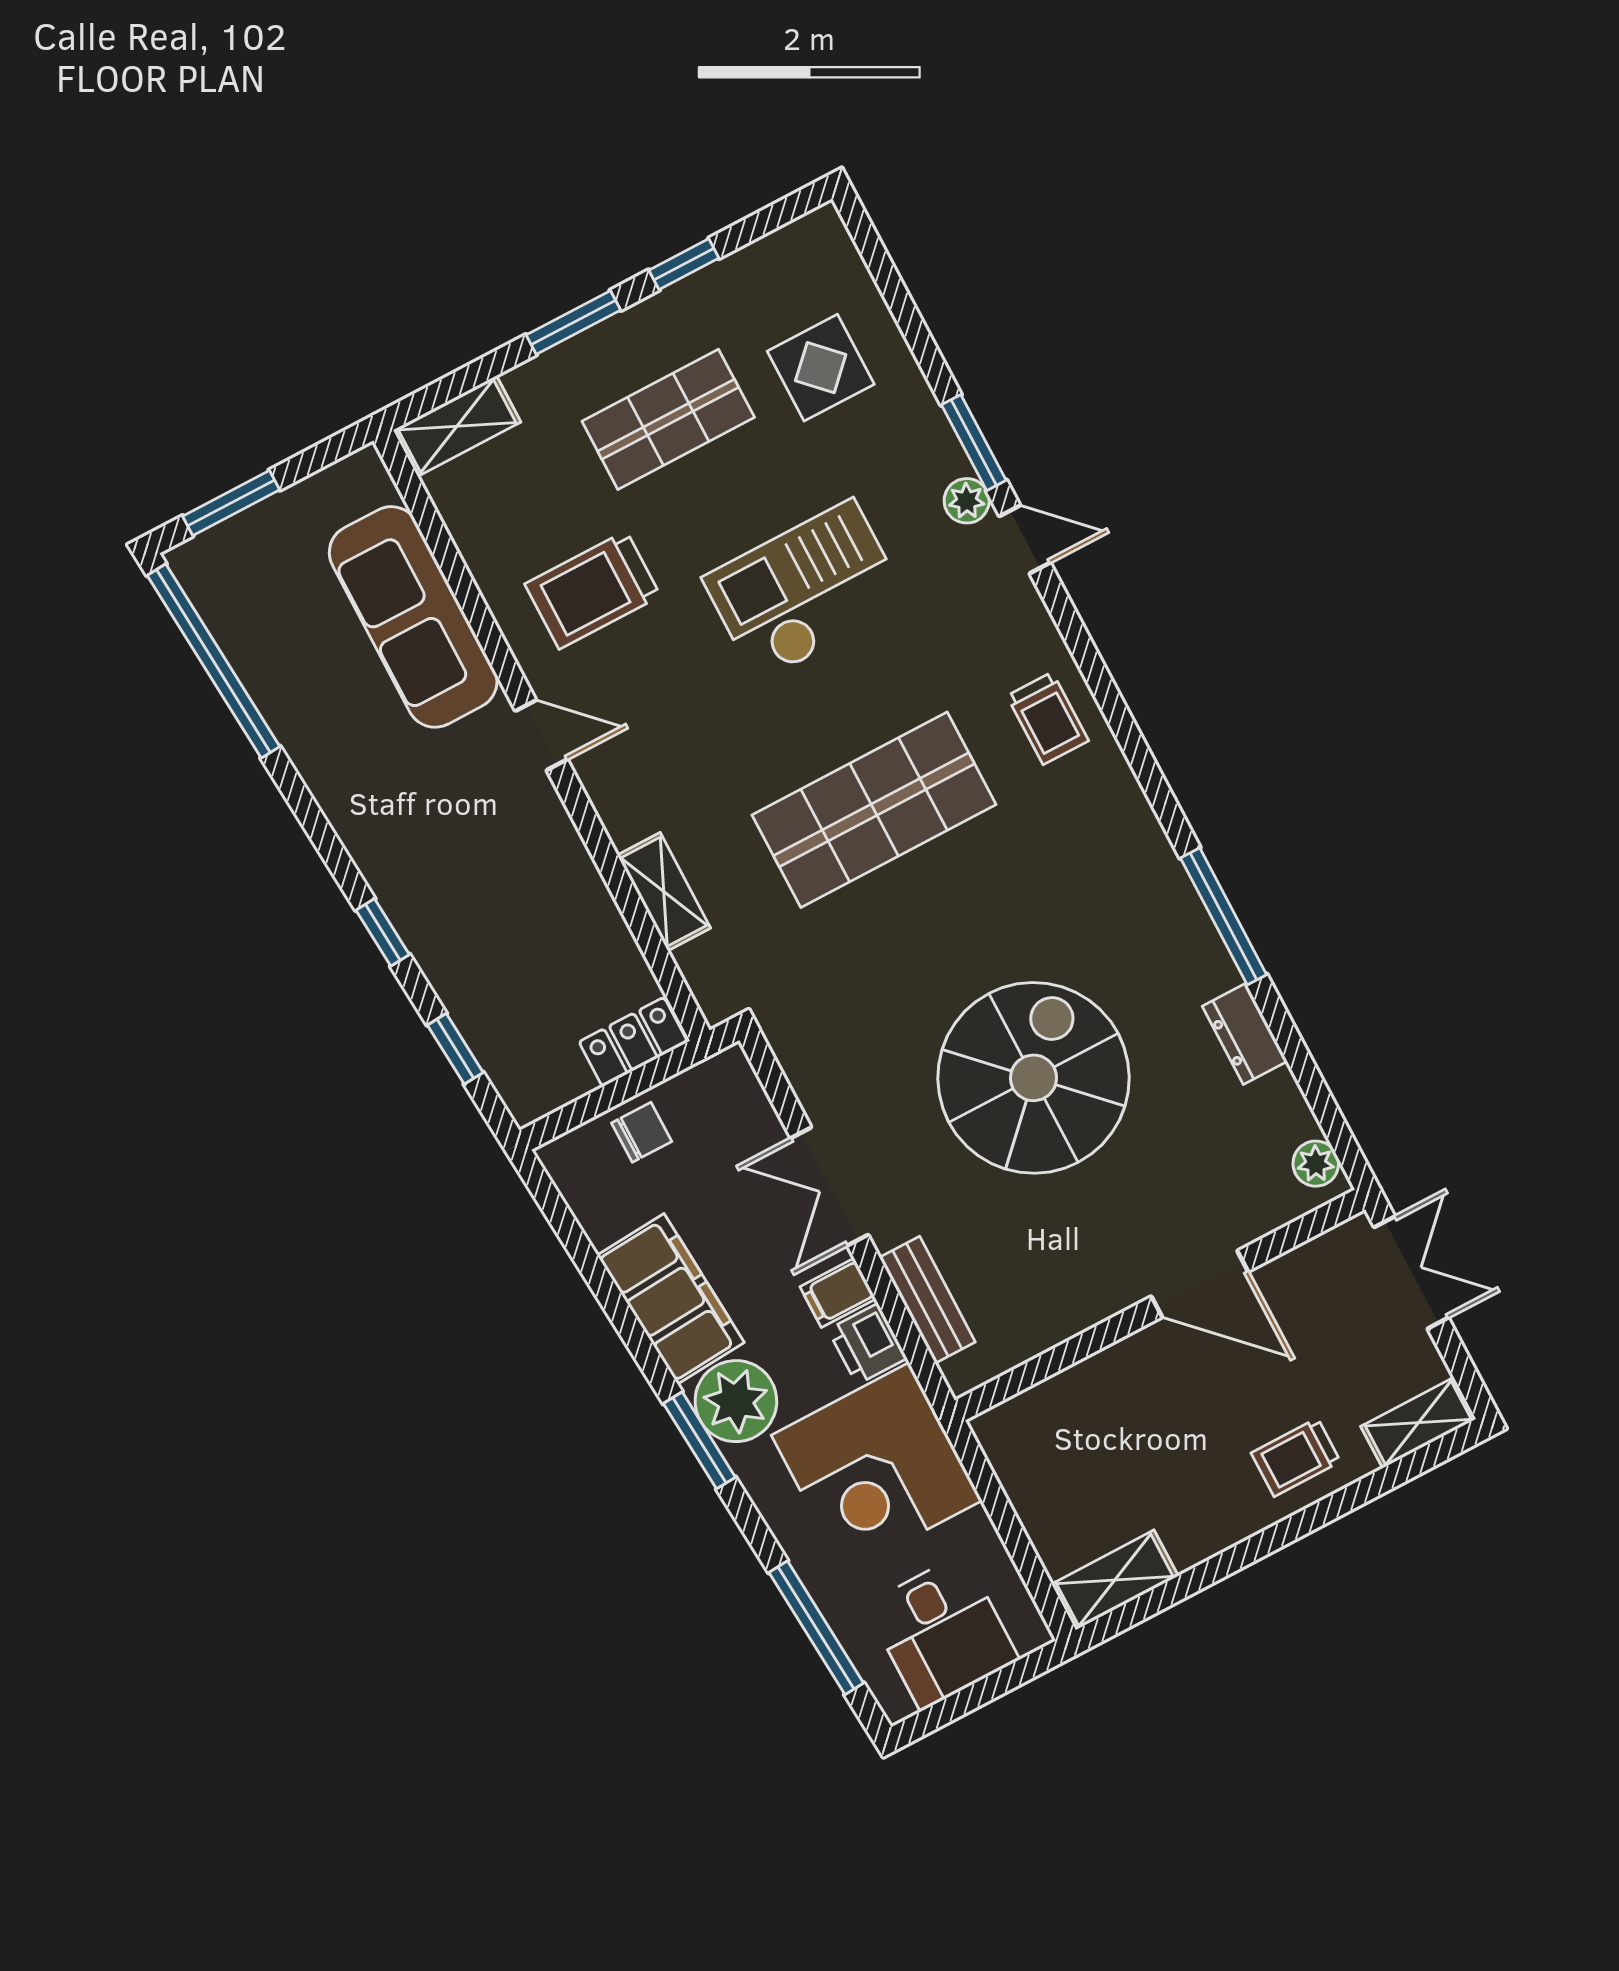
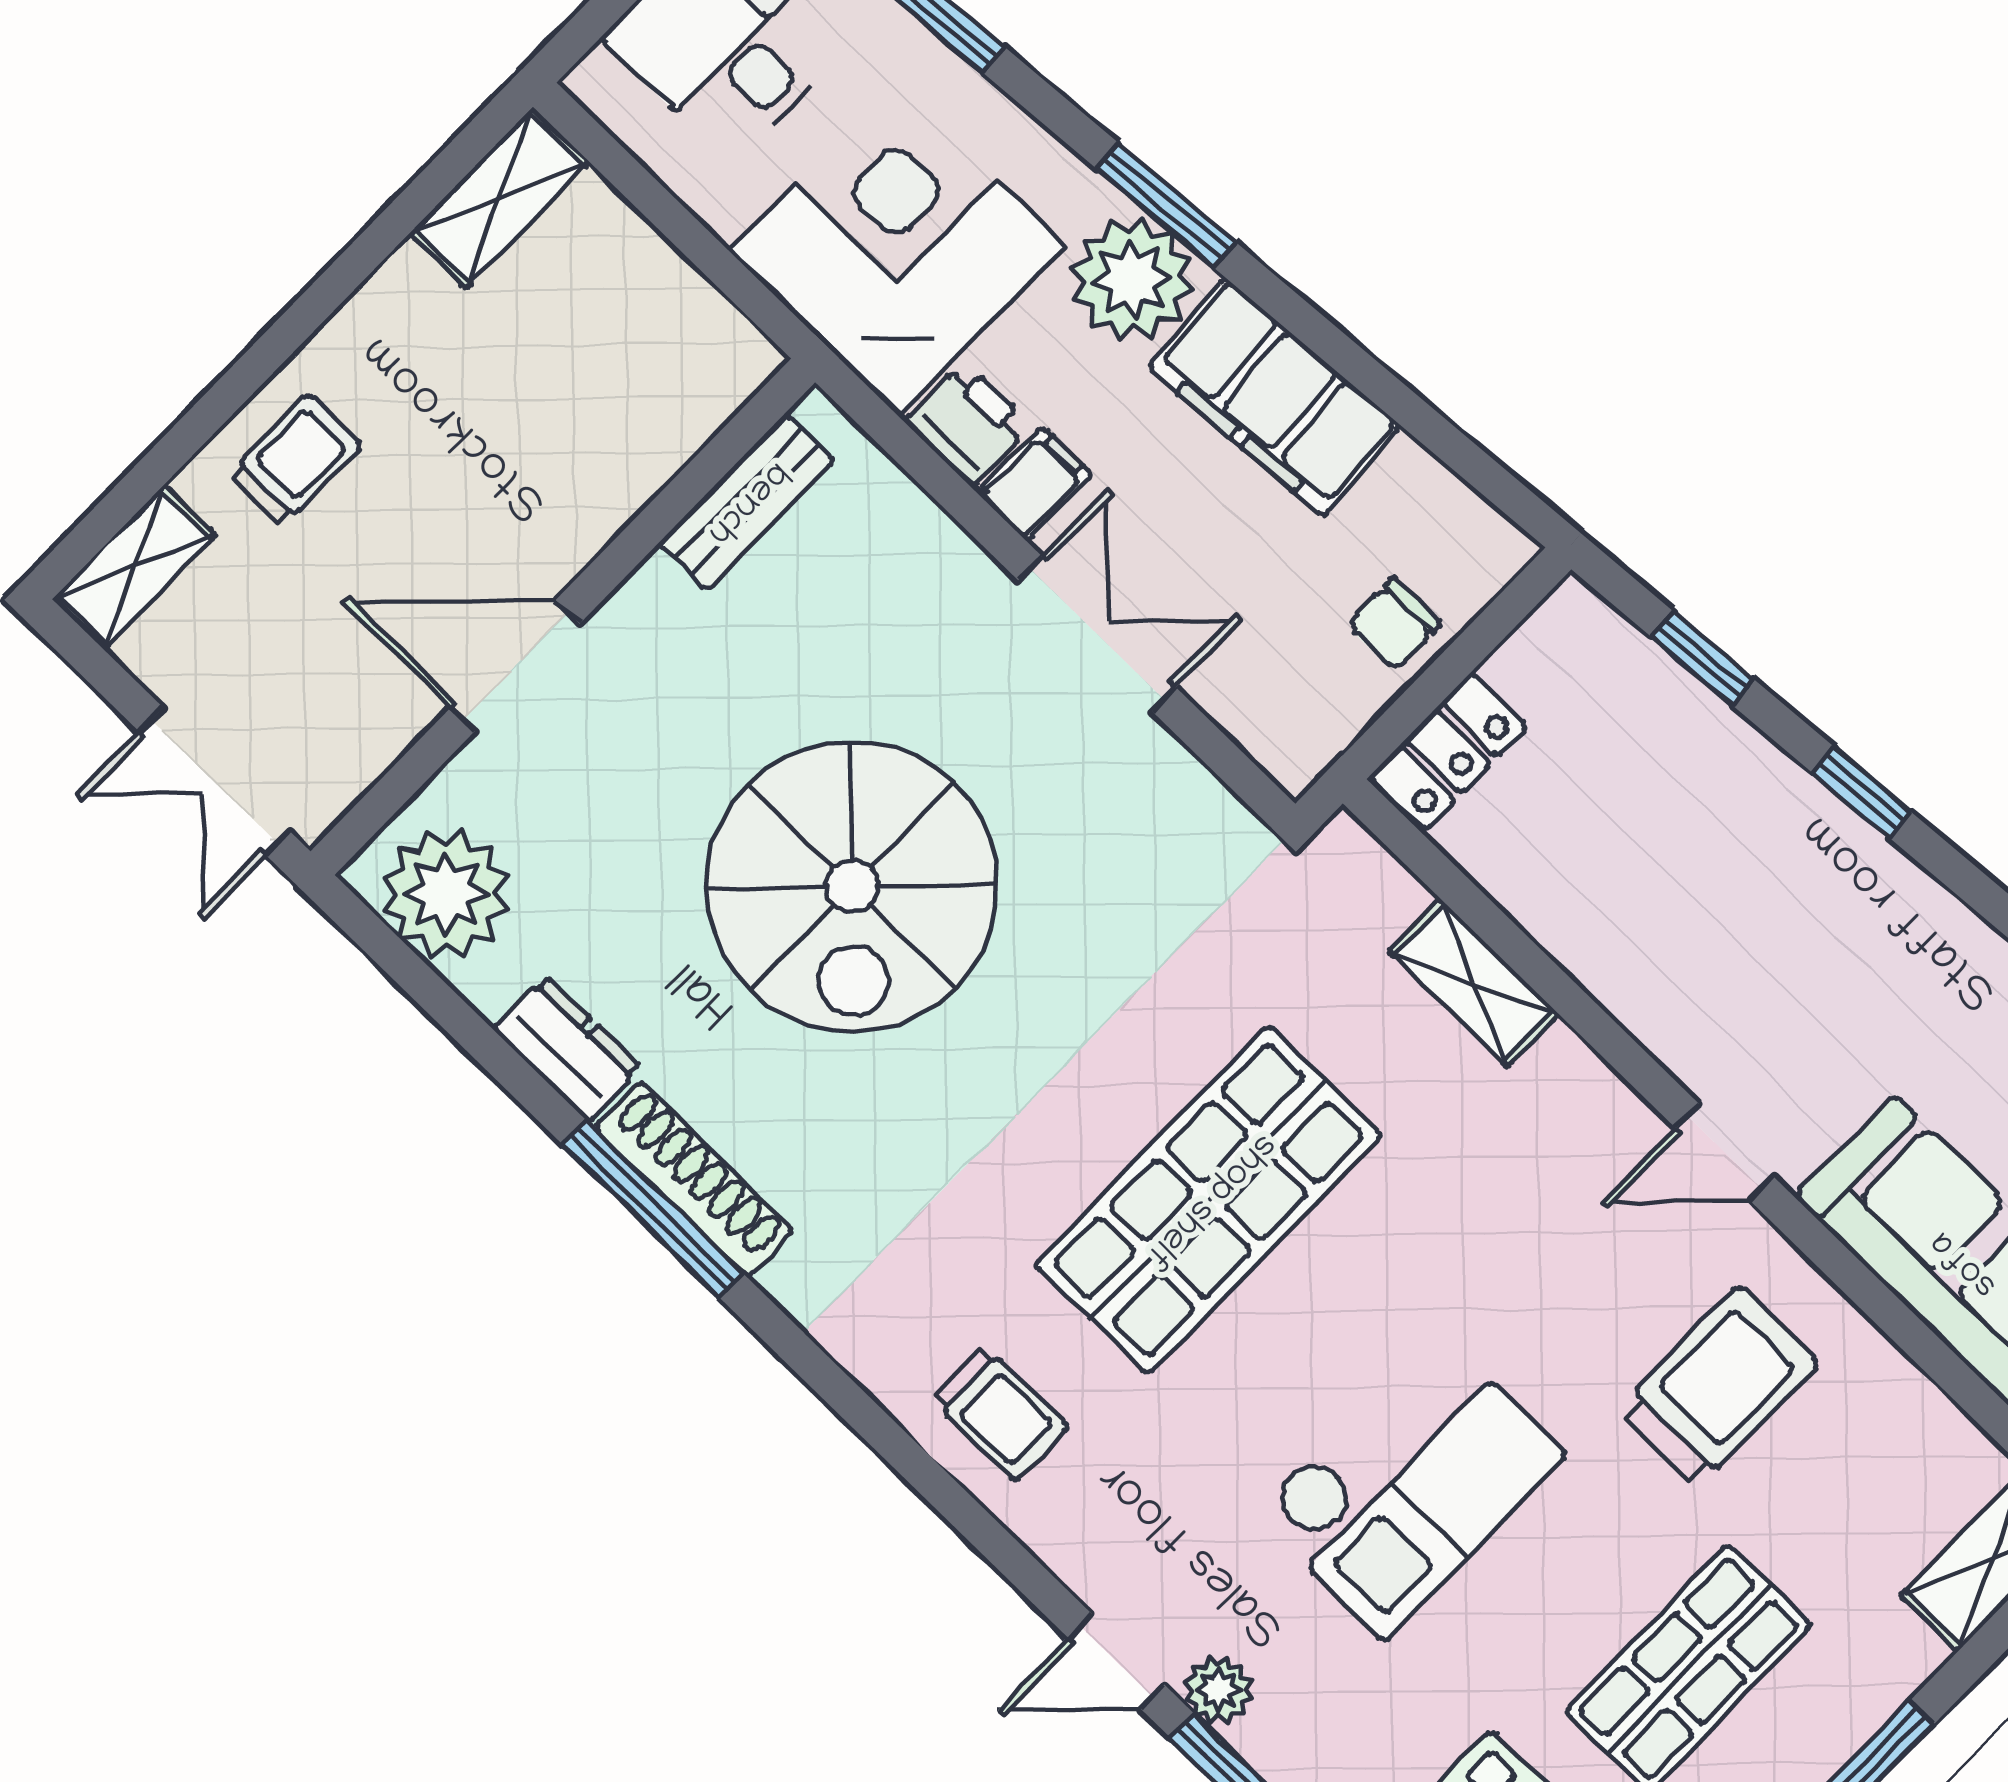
trolley: (1048, 718) -> (1000, 1413), turned 180
shoe rack: (1192, 927) -> (694, 1179), added
plant: (1316, 1164) -> (446, 894), width x1.88, depth x1.88
bench: (927, 1300) -> (747, 502), moved, turned 90

